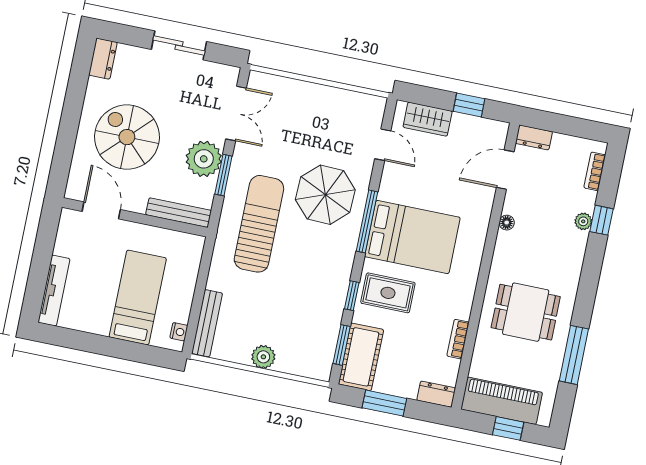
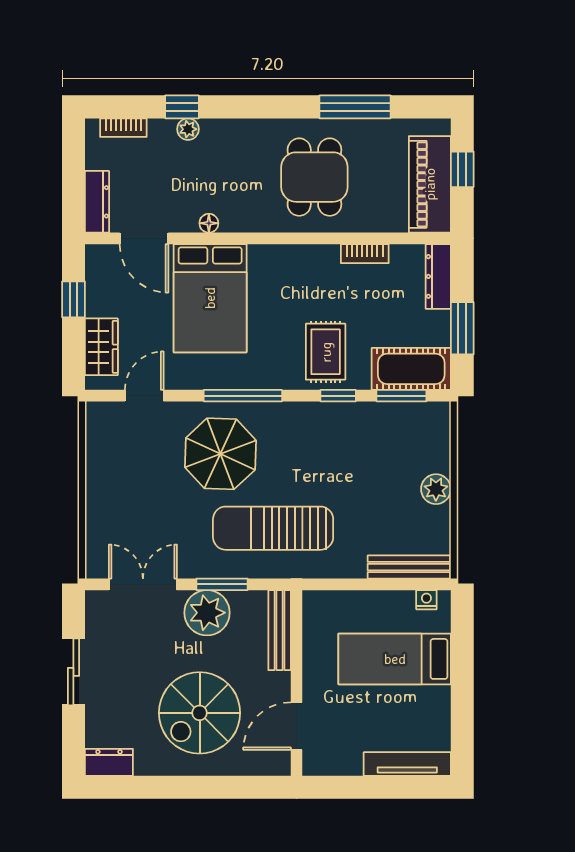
dresser: (534, 137) -> (97, 202), width x1.44
bed: (412, 237) -> (210, 298), moved, turned 180
dresser: (436, 394) -> (438, 276), width x1.44

